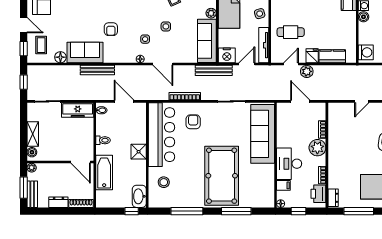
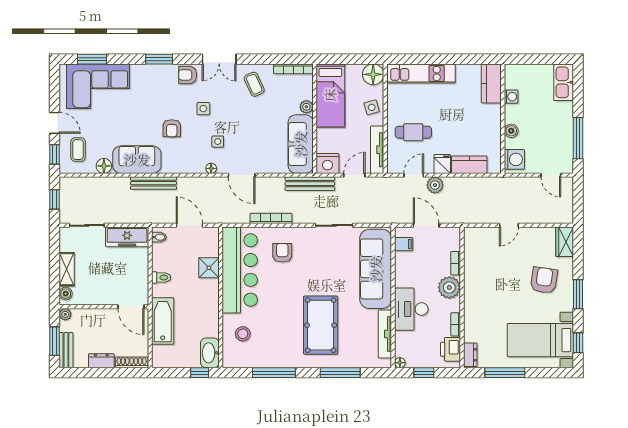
boiler: (363, 17) -> (511, 131), moved
side table: (166, 26) -> (203, 109), moved
shower: (139, 152) -> (209, 268), moved
pool table: (222, 176) -> (321, 325), width x0.73, depth x0.76
tv unit: (270, 182) -> (385, 334), added
filing cabinet: (283, 185) -> (404, 244), moved

